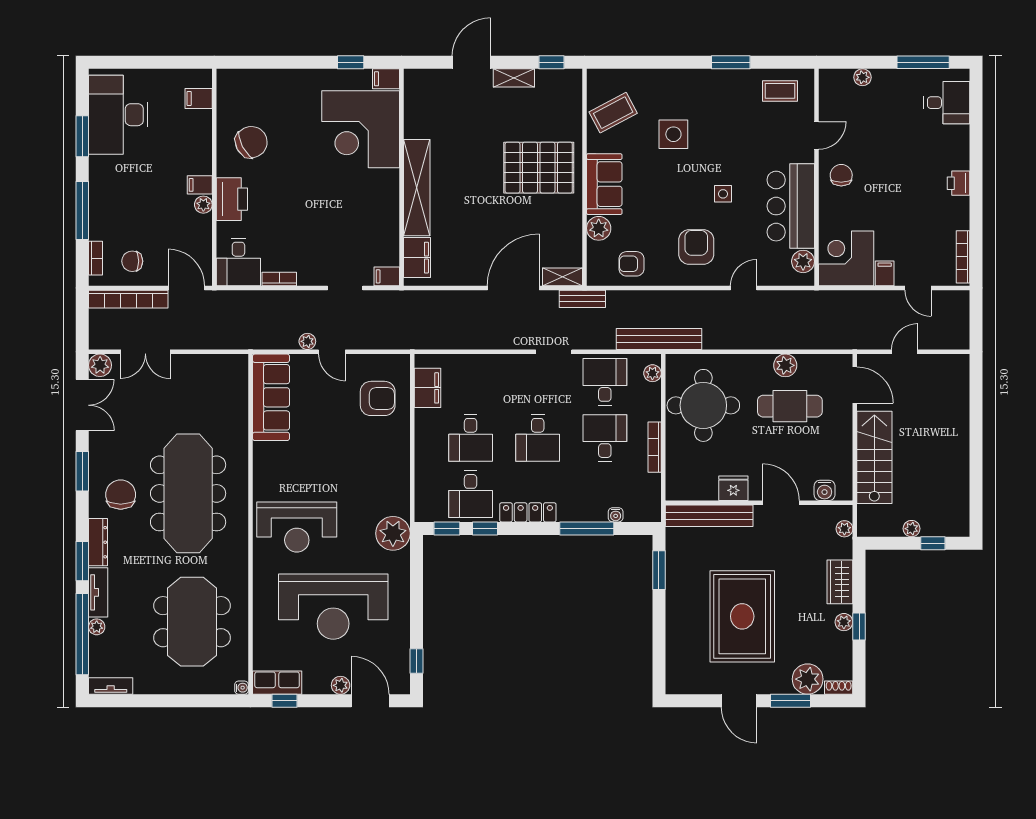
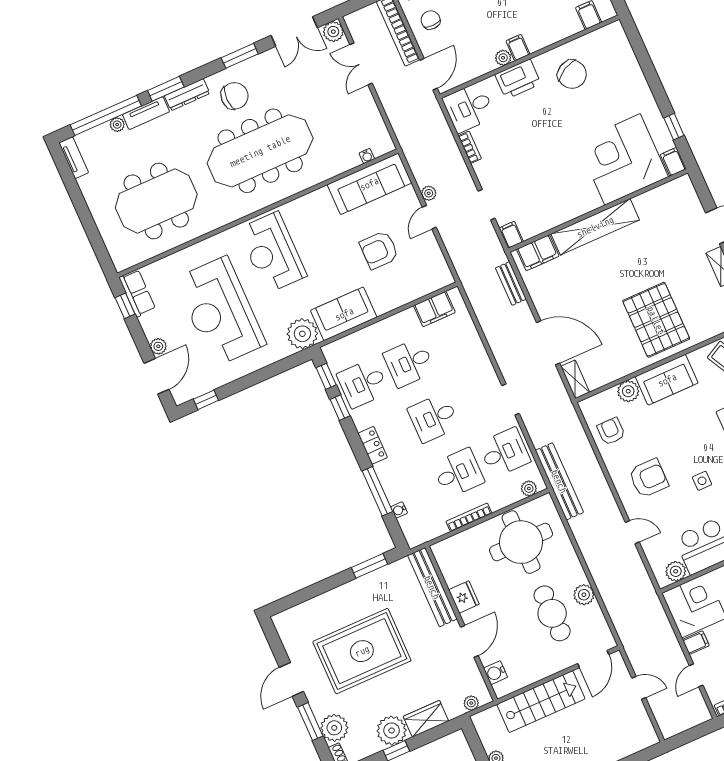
bench: (582, 299) -> (511, 284), moved
armchair: (378, 398) -> (379, 250), moved, turned 90
sofa: (391, 482) -> (344, 314), added
locker: (528, 512) -> (373, 445), width x0.66
plant: (844, 622) -> (392, 731), width x1.88, depth x1.88
water cooler: (242, 688) -> (367, 156), moved

